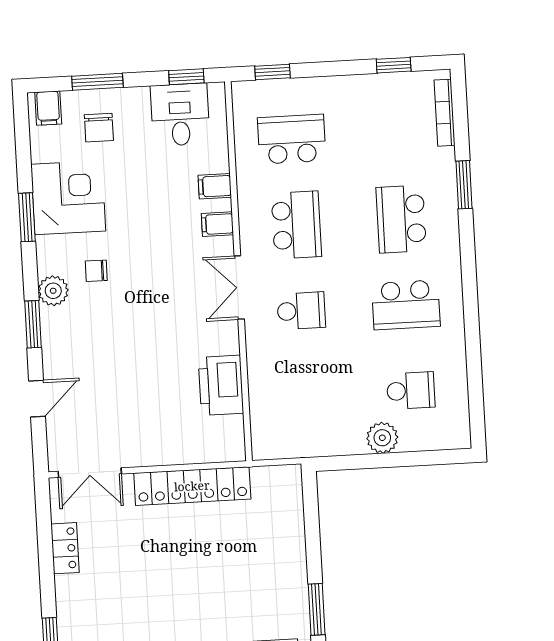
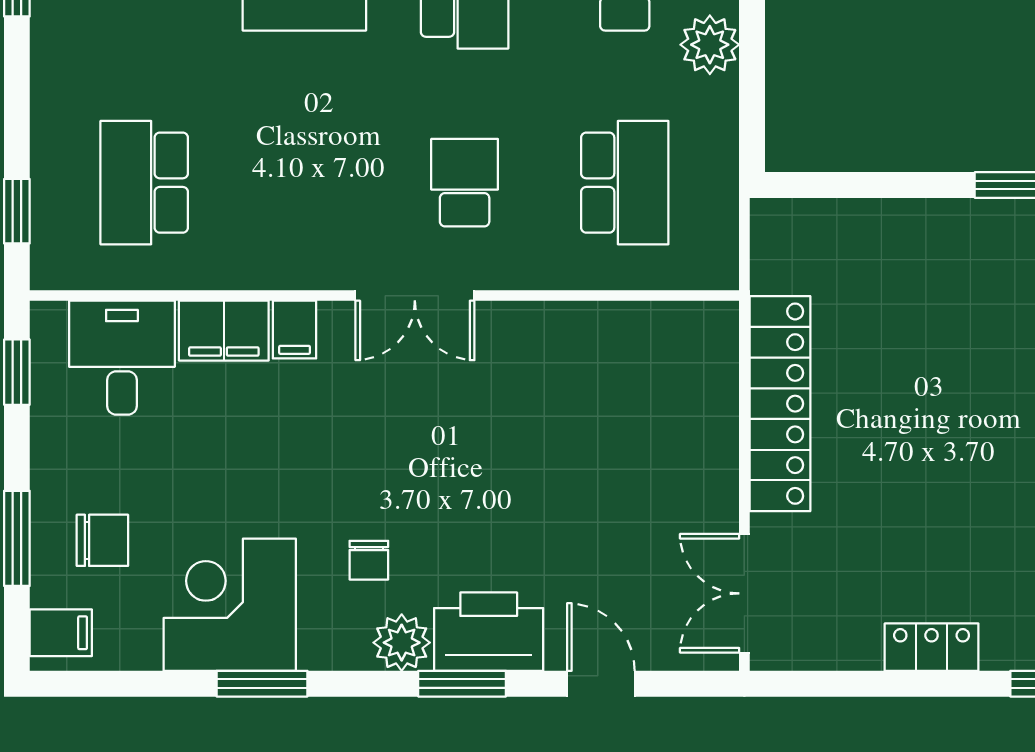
desk: (180, 115) -> (122, 358), moved, turned 90
filing cabinet: (215, 186) -> (224, 331), width x2.00
school desk: (296, 225) -> (625, 183), moved, turned 90
printer: (221, 385) -> (489, 632), moved, turned 180
double door: (90, 473) -> (744, 593), swing flipped
locker: (65, 548) -> (932, 647), moved

